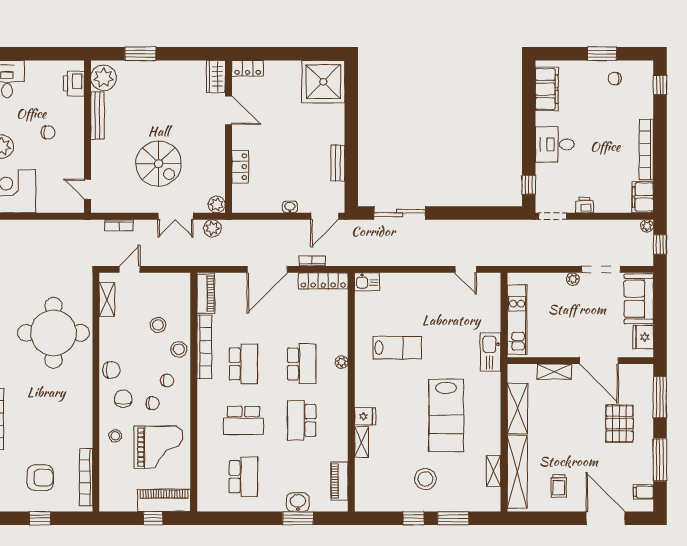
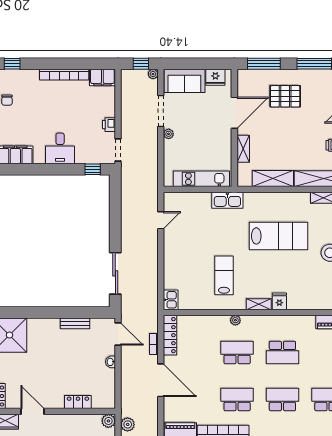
door: (229, 110) -> (32, 411), hinge flipped
plant: (647, 226) -> (153, 74), moved
school desk: (243, 420) -> (282, 399), turned -90
shelving: (362, 442) -> (259, 304), moved

